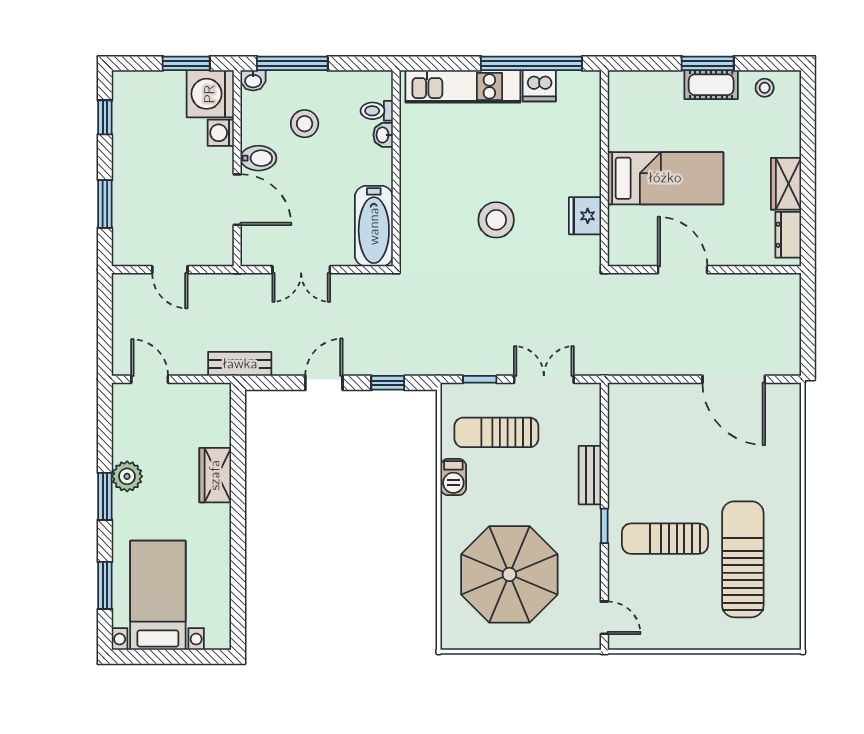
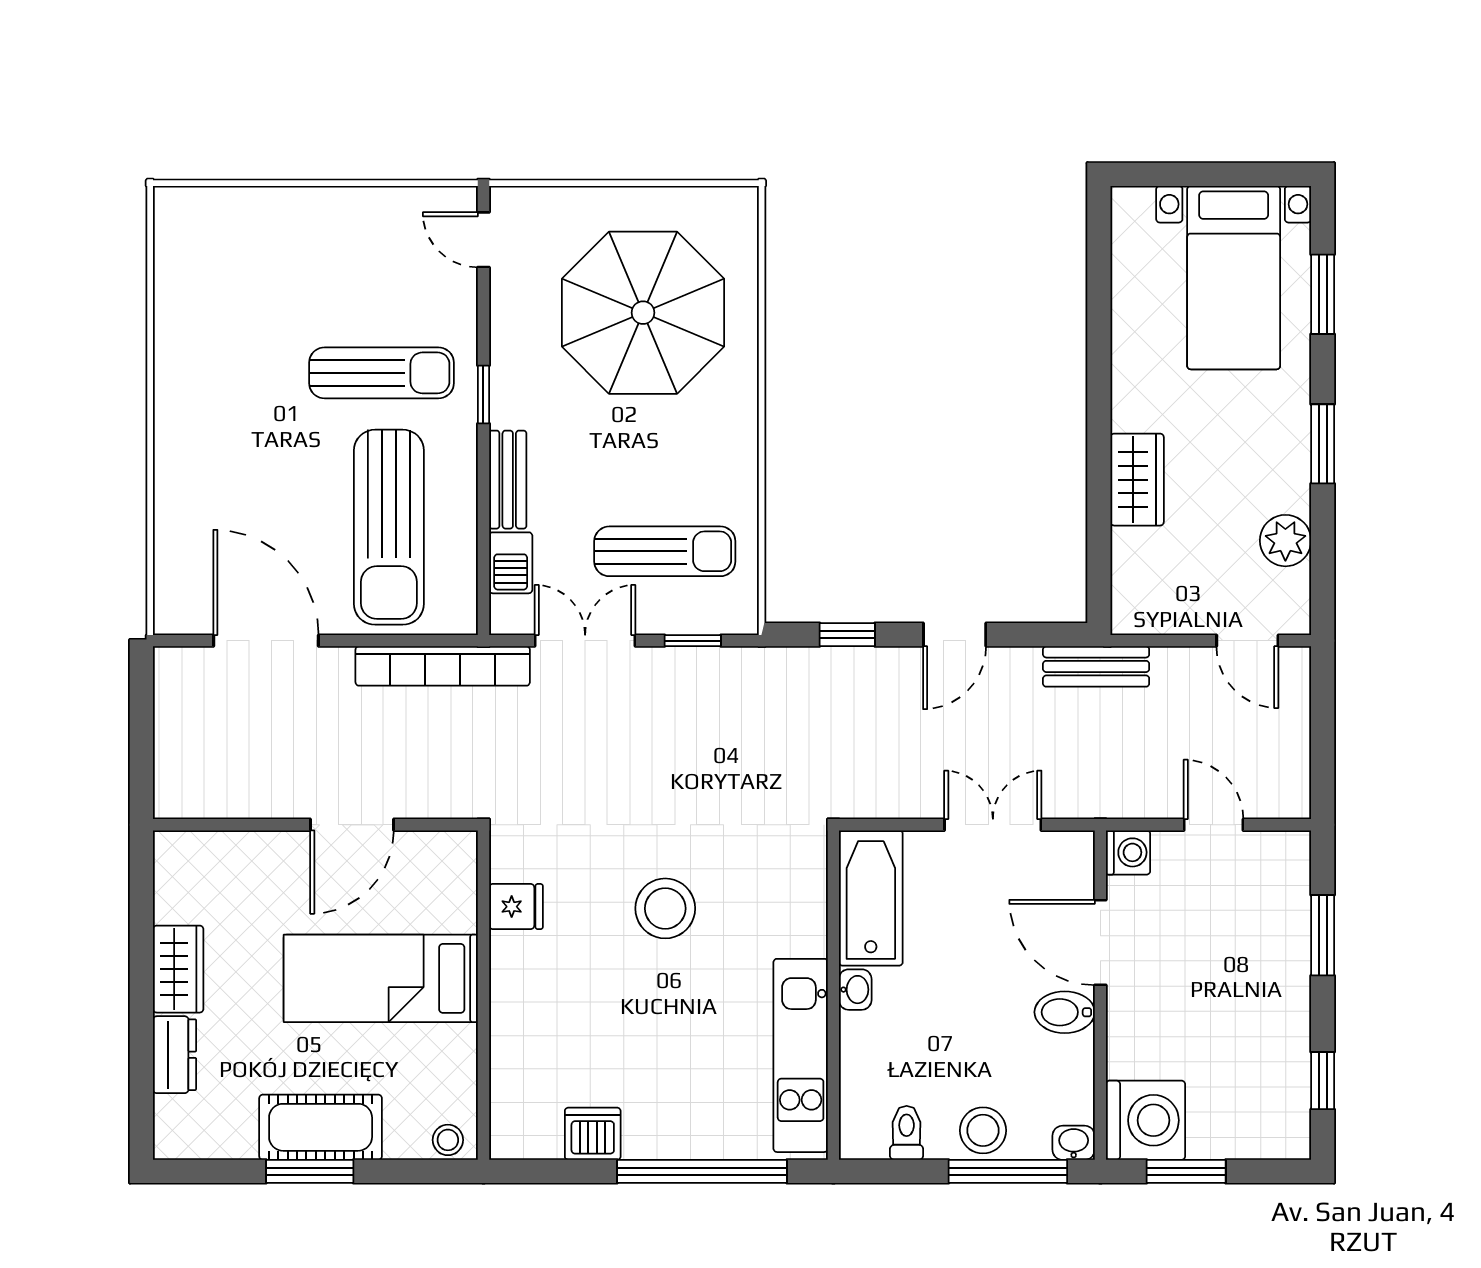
window: (531, 63) -> (702, 1171), moved
cot: (711, 85) -> (321, 1127), width x1.37, depth x1.34
kitchen unit: (463, 86) -> (801, 1055), moved, turned -90
stool: (765, 88) -> (448, 1140), moved
toilet: (377, 111) -> (907, 1133), moved, turned -90
stool: (305, 124) -> (983, 1130), moved
washing machine: (221, 133) -> (1128, 852), moved
washbasin: (383, 135) -> (855, 990), moved
fridge: (585, 216) -> (516, 907), width x0.72
dresser: (788, 235) -> (175, 1055), moved
door: (683, 270) -> (352, 825), hinge flipped
bookcase: (629, 364) -> (443, 666), added
double door: (544, 379) -> (585, 641), swing flipped
plant: (127, 476) -> (1285, 541), moved
barbecue: (453, 477) -> (511, 563), moved, turned 180
sun lounger: (743, 559) -> (389, 527), moved

